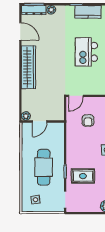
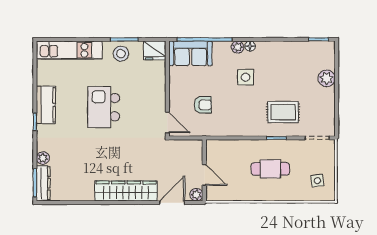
door: (20, 31) -> (172, 203), moved
kitchen island: (86, 52) -> (104, 107), turned 90
cafe table: (44, 167) -> (270, 169), width x0.73, depth x0.74
rug: (83, 176) -> (283, 112), turned 90

